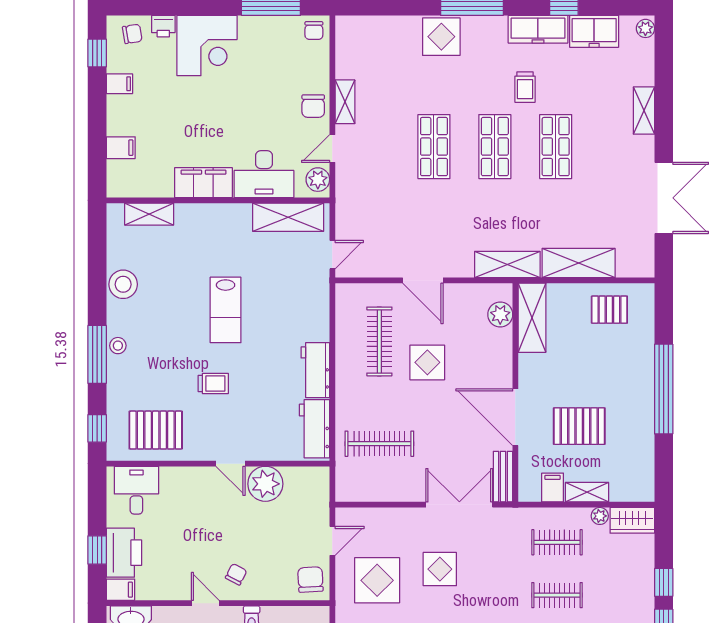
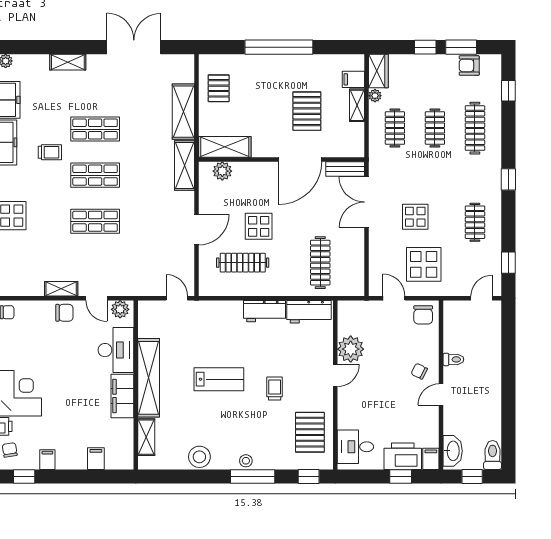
shelving: (288, 217) -> (149, 378), moved, width x1.47
filing cabinet: (553, 487) -> (353, 79), moved
chair: (310, 580) -> (423, 315), turned -87

